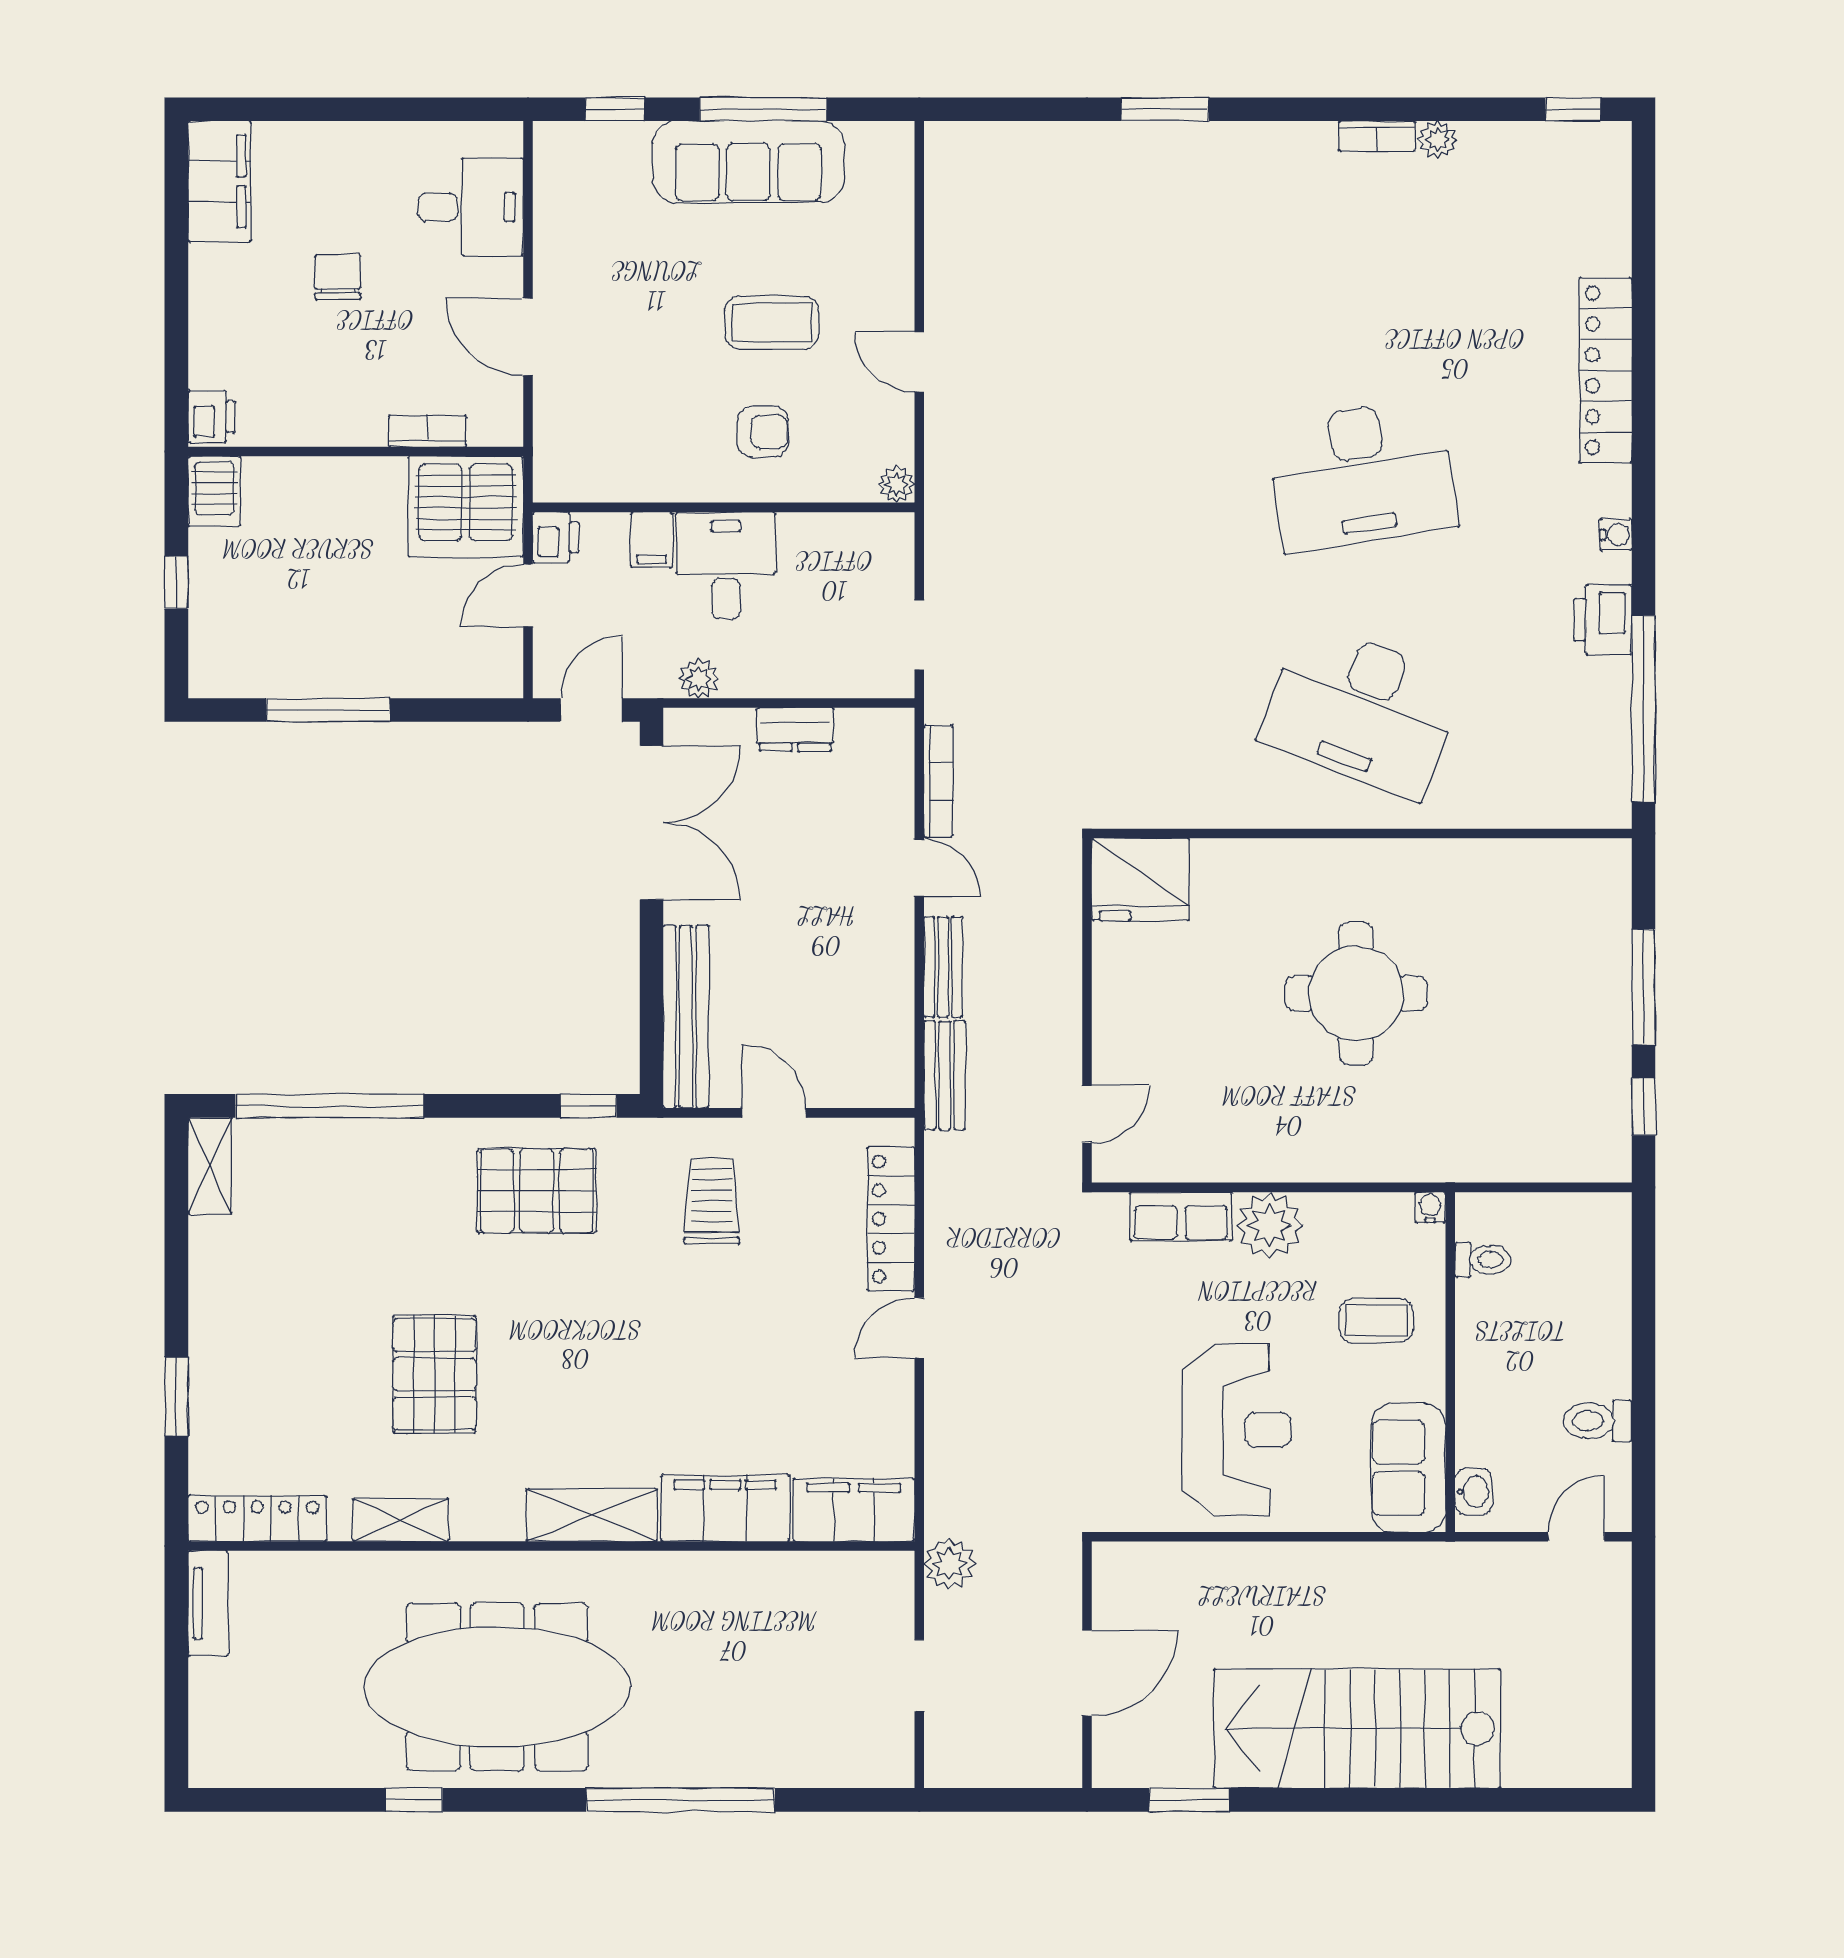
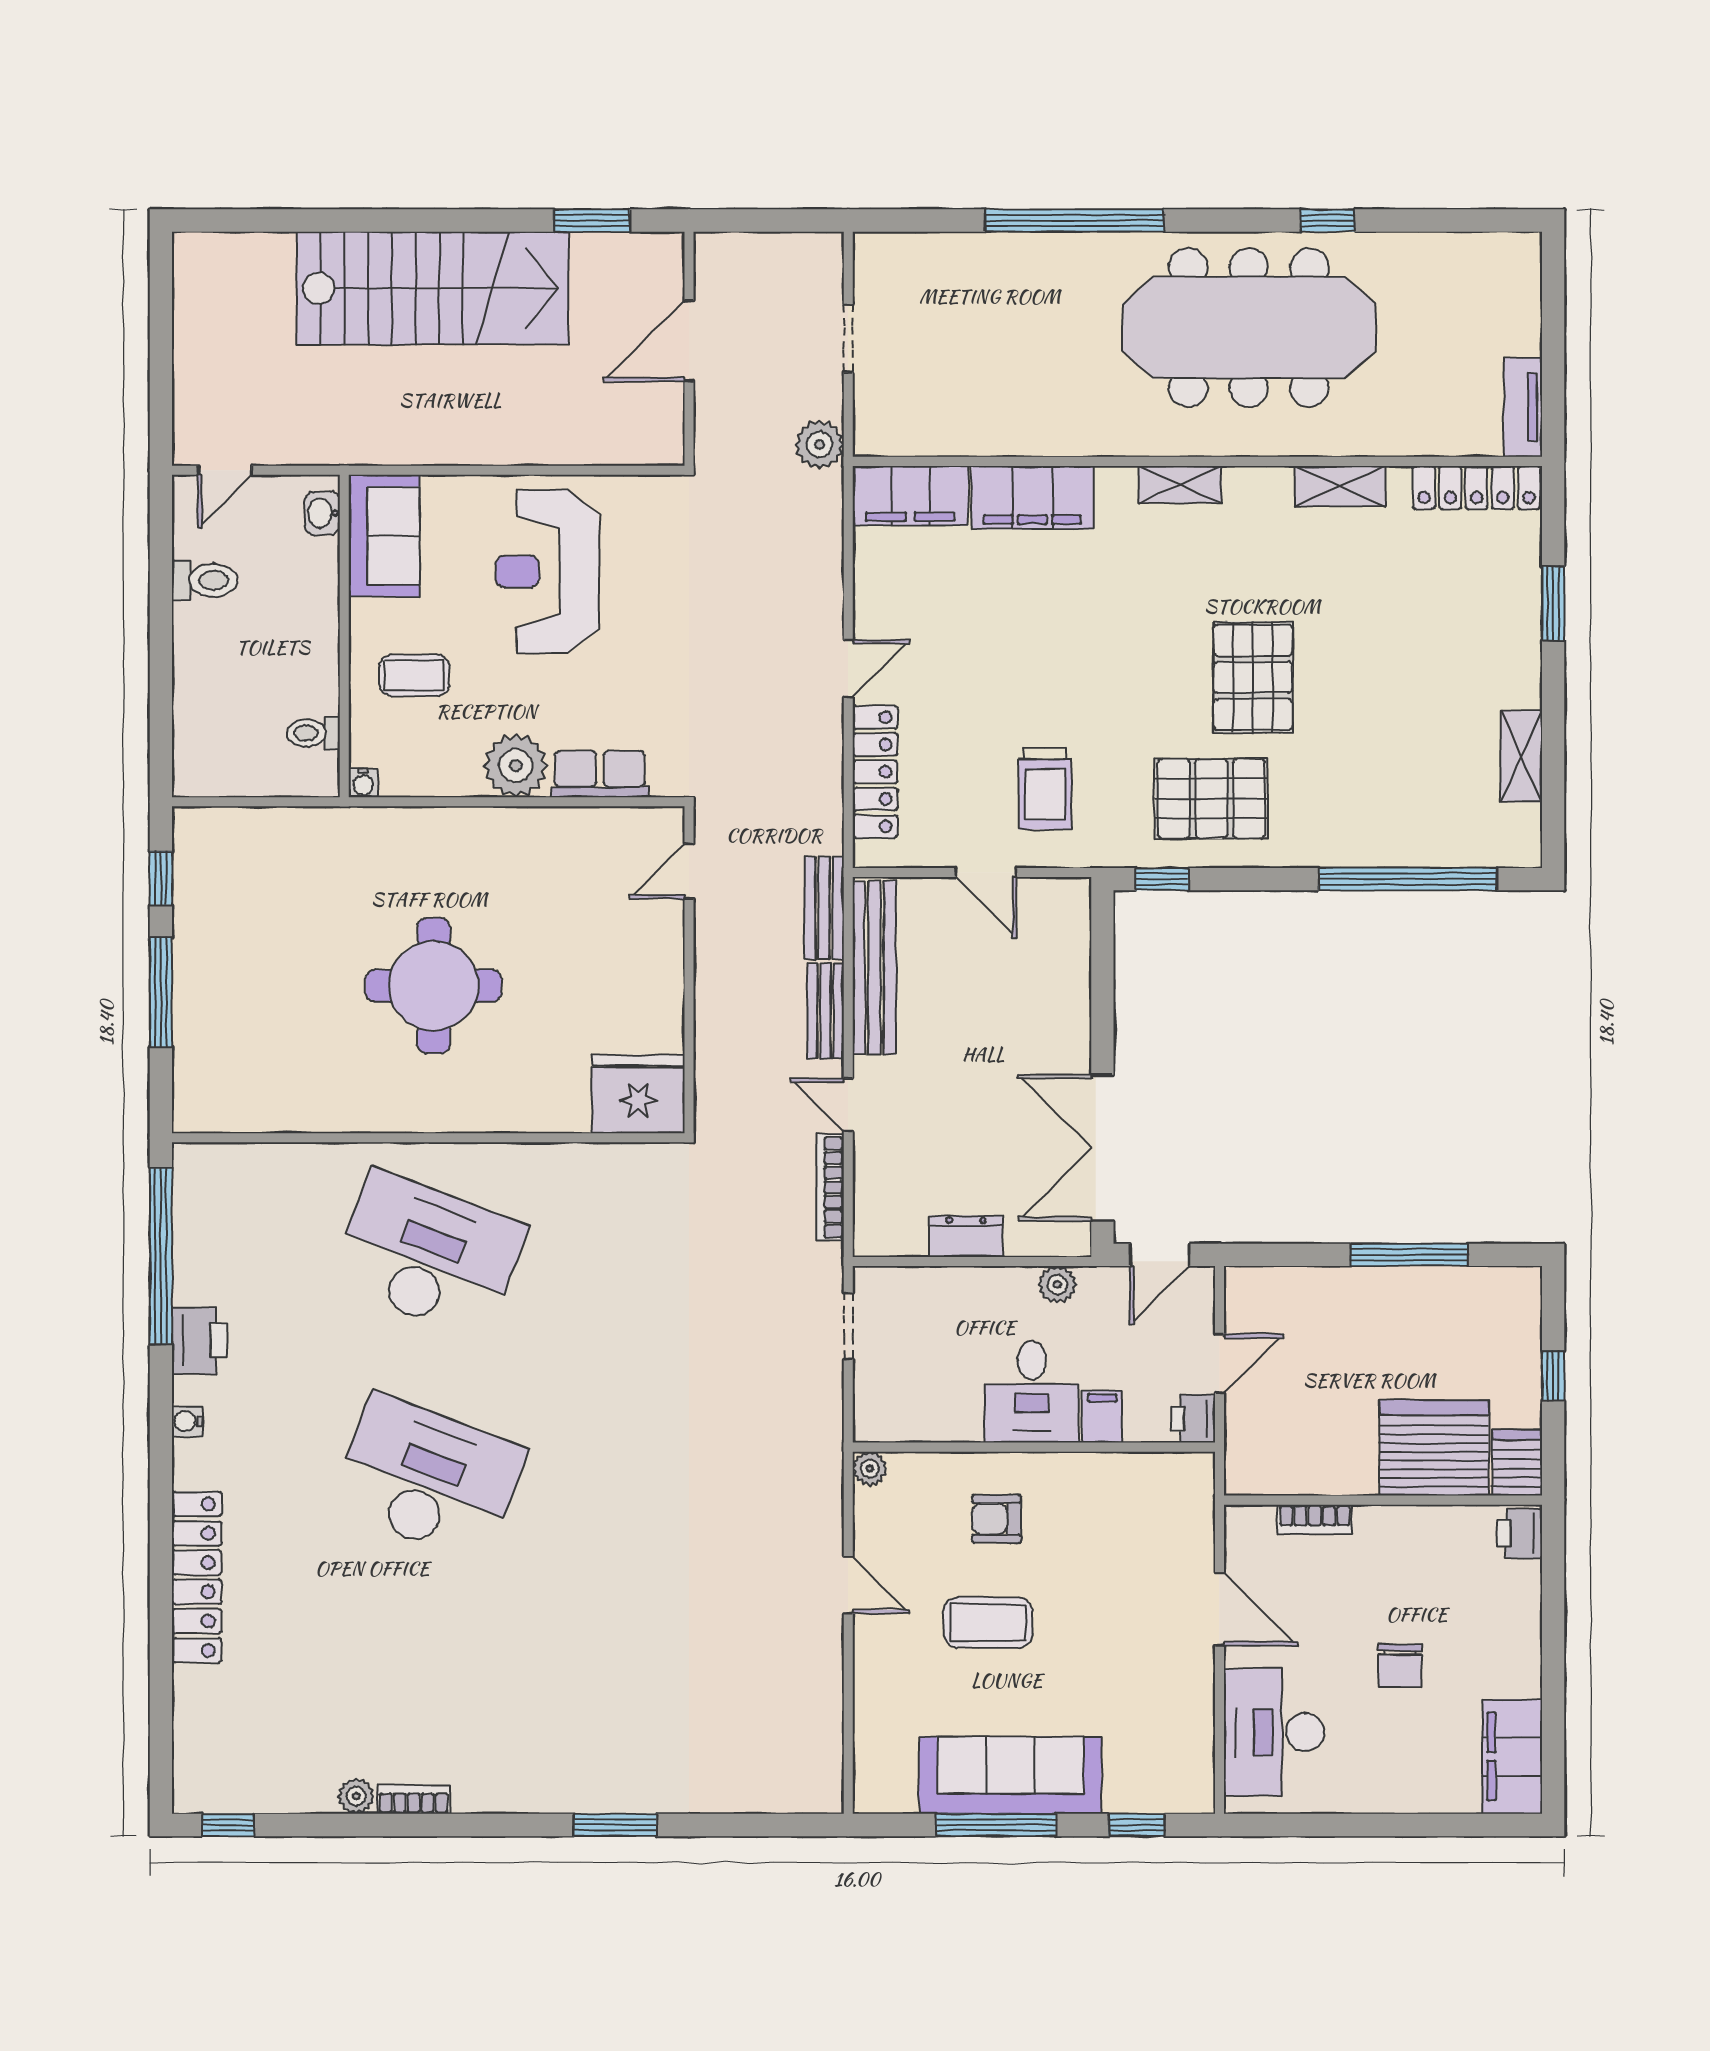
desk: (470, 207) -> (1274, 1732), width x1.37
desk: (1362, 475) -> (428, 1478), turned 30
server rack: (466, 507) -> (1434, 1448), moved
bench: (686, 1017) -> (874, 968), moved
shelving: (210, 1166) -> (1521, 756), moved
pallet: (435, 1374) -> (1253, 677), moved
shelving: (592, 1515) -> (1180, 485), width x0.67, depth x0.75

